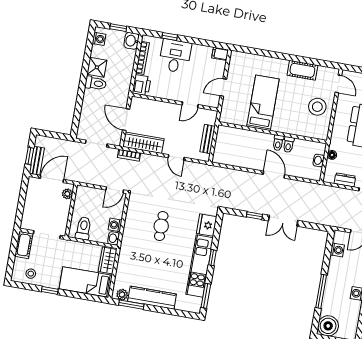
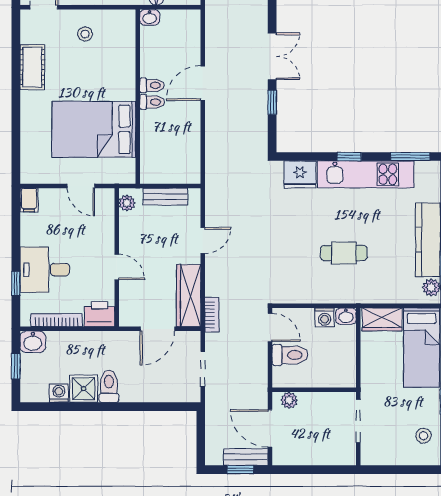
washing machine: (99, 39) -> (59, 393), moved
bed: (263, 103) -> (94, 129), width x1.50
door: (190, 105) -> (117, 267), moved
stool: (317, 107) -> (85, 34), width x0.53, depth x0.53
plant: (208, 114) -> (127, 203), added
toilet: (288, 145) -> (152, 102), moved
washbasin: (319, 160) -> (150, 17), moved
cafe table: (161, 226) -> (344, 253), moved
toilet: (83, 228) -> (290, 355), moved, turned 180
cot: (24, 245) -> (381, 454), removed

